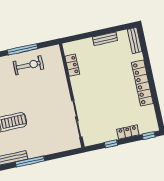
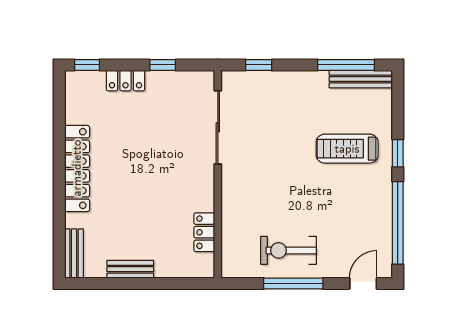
window: (63, 154) -> (259, 65), added
window: (30, 161) -> (346, 65), moved

